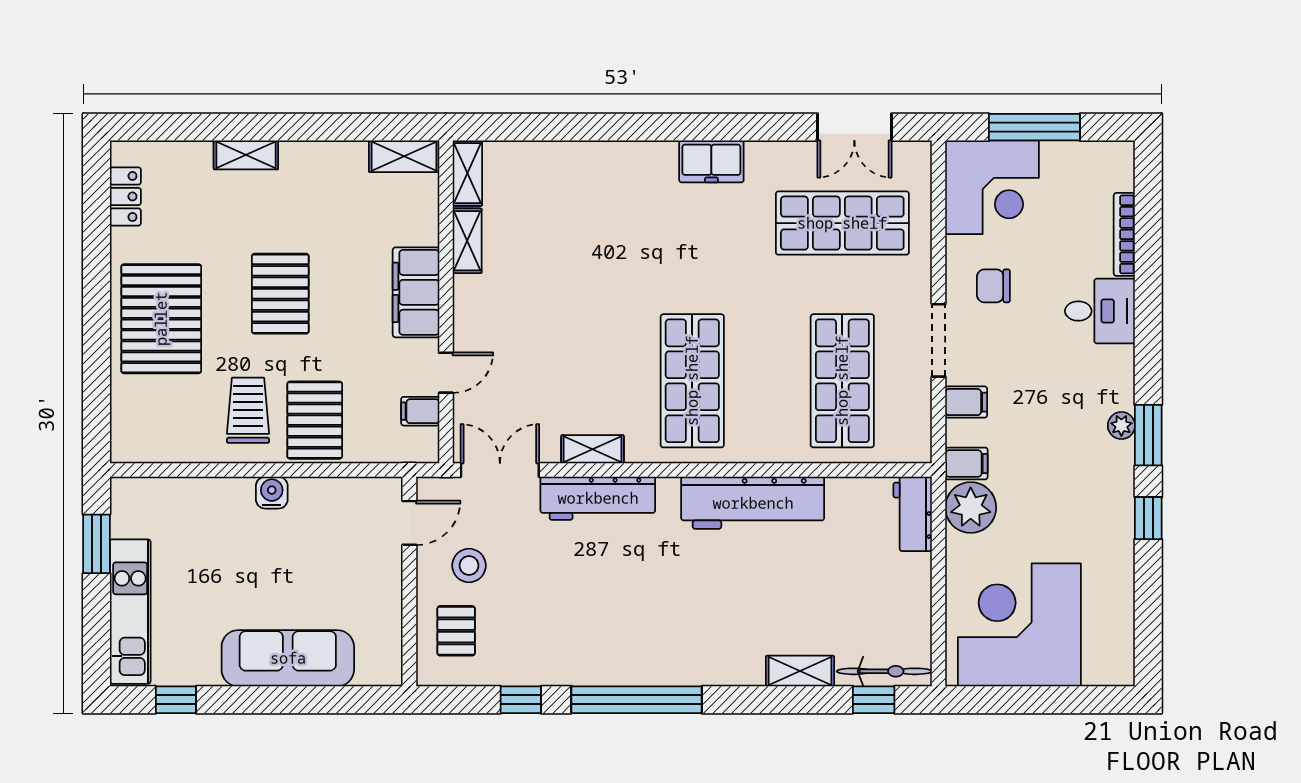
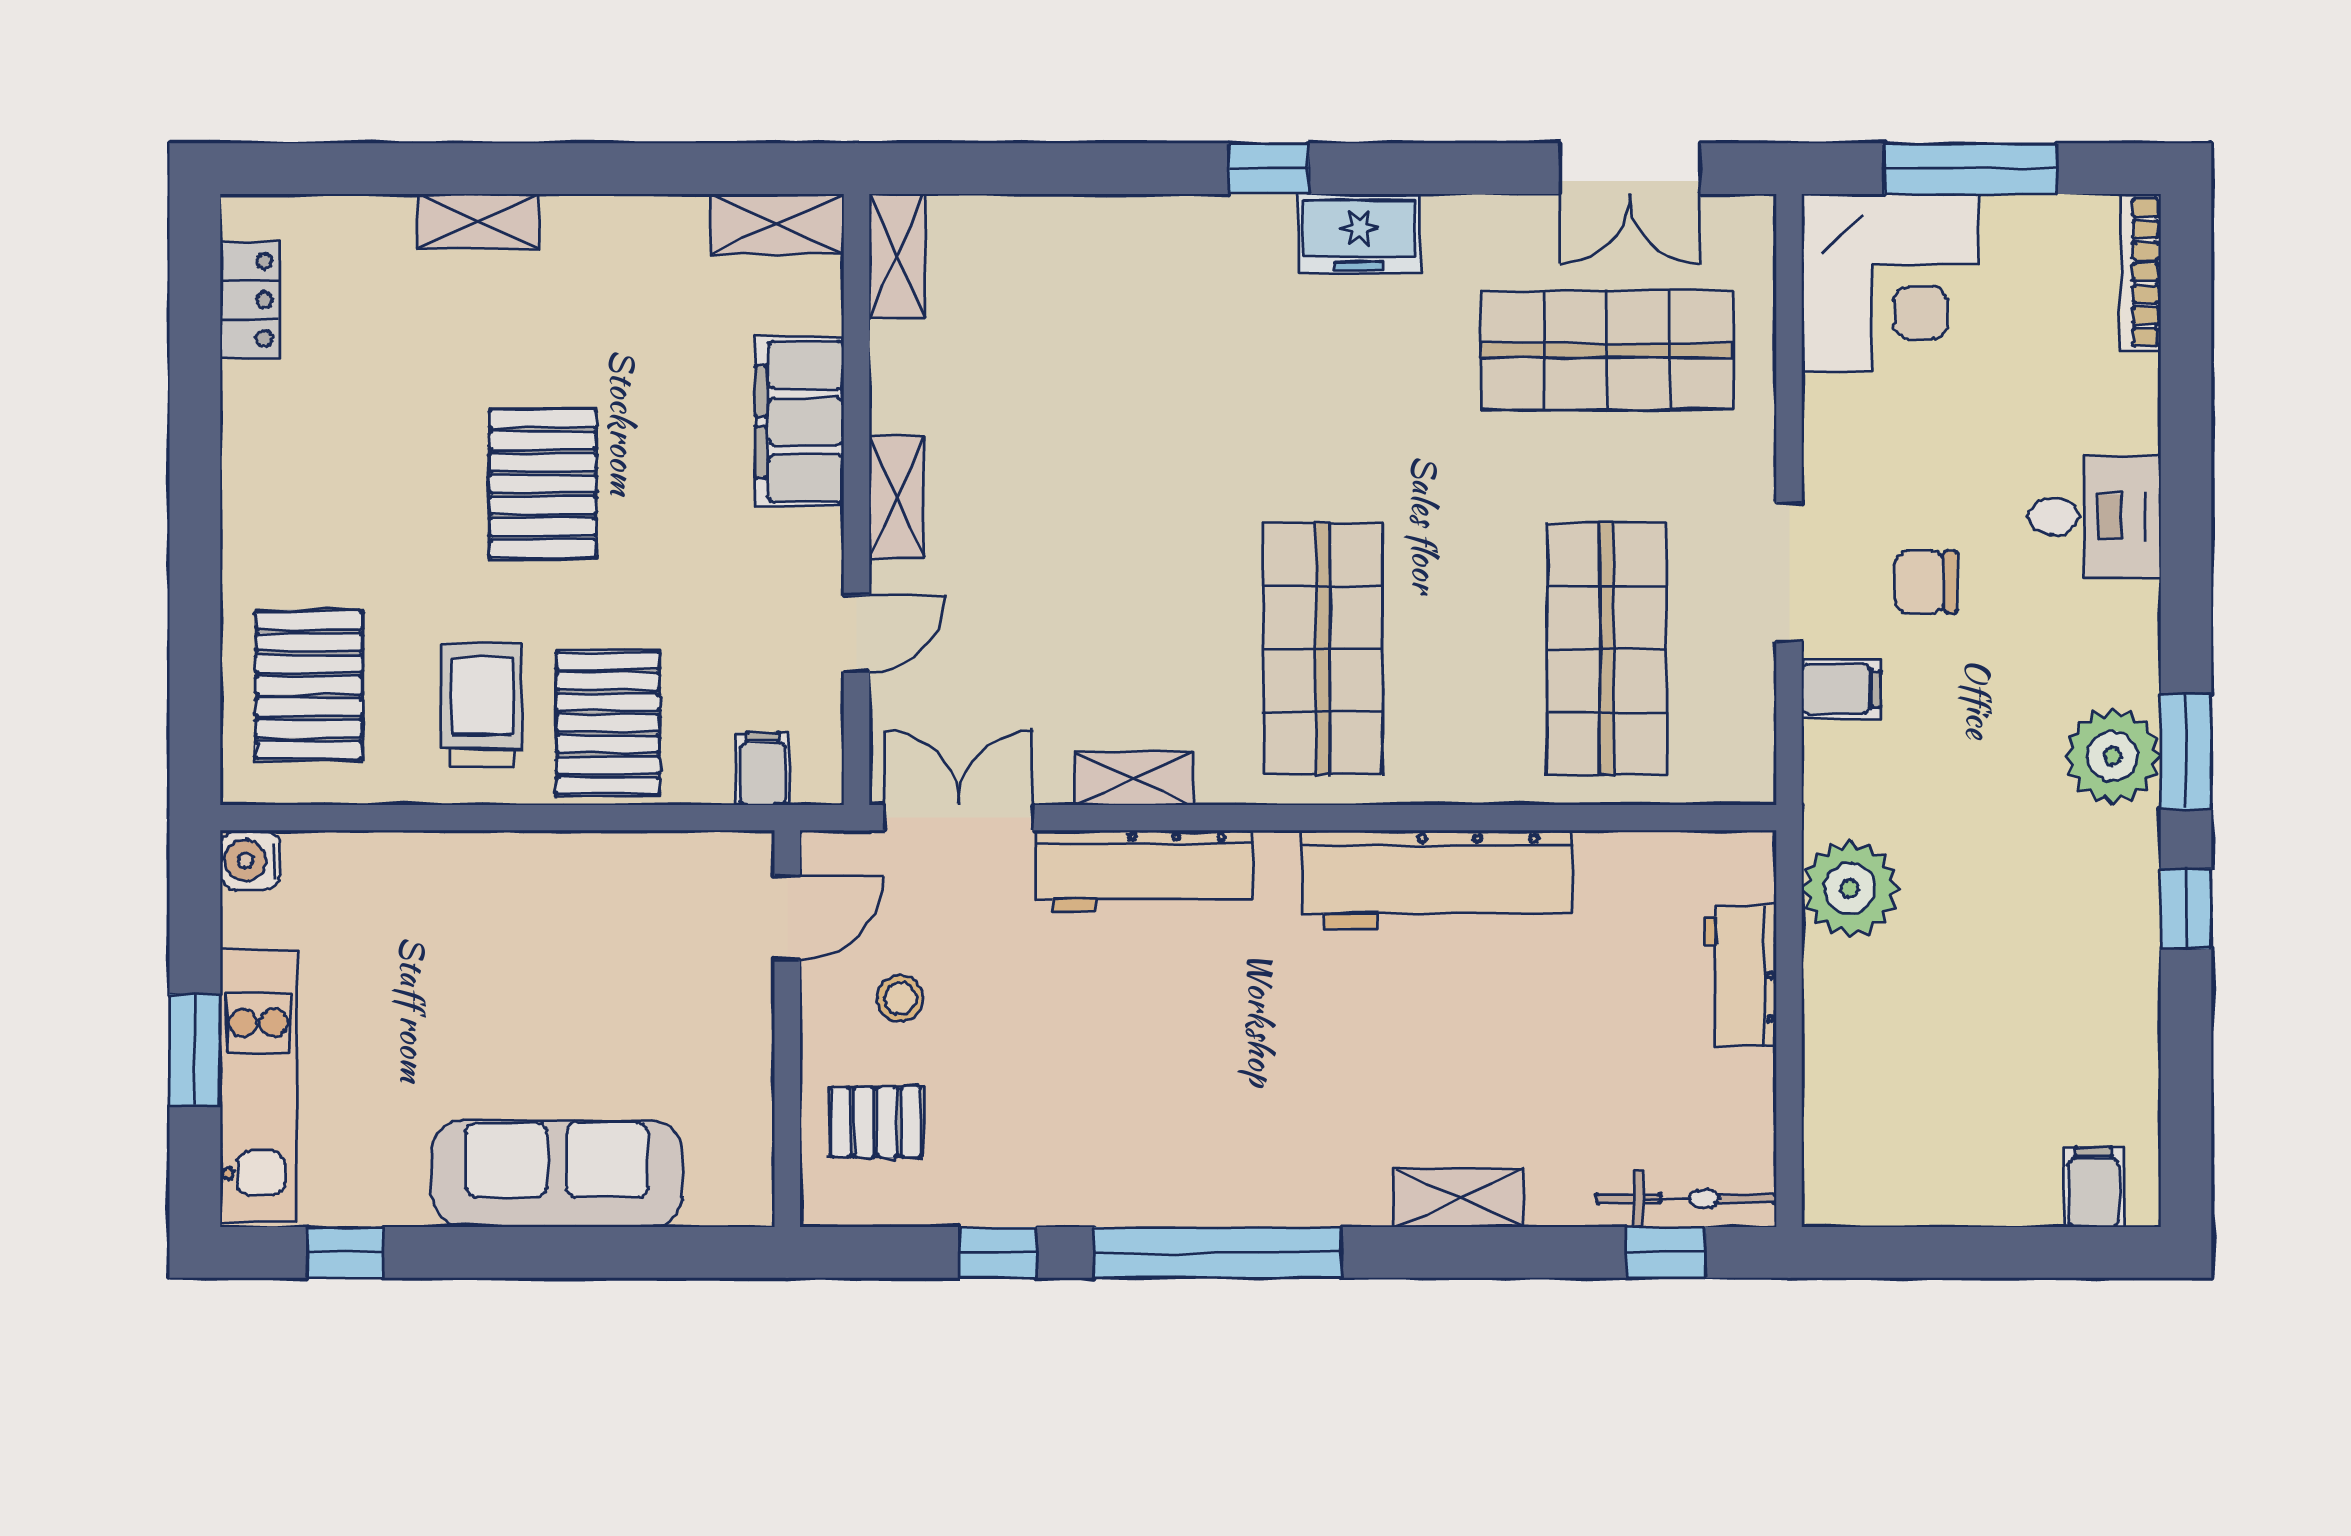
window: (664, 127) -> (1269, 169), added
bookcase: (1124, 234) -> (2141, 272), moved
shelving: (467, 241) -> (897, 497), moved
chair: (993, 286) -> (1926, 582), moved
filing cabinet: (416, 292) -> (800, 422), moved
pallet: (161, 319) -> (309, 685), moved, width x0.73, depth x0.71
filing cabinet: (420, 411) -> (763, 769), moved, turned 90
plant: (1121, 426) -> (2113, 756), width x1.88, depth x1.88
filing cabinet: (966, 463) -> (2093, 1187), moved, turned -90
water cooler: (272, 493) -> (250, 860), moved, turned -90
workbench: (913, 514) -> (1740, 976), moved
window: (96, 544) -> (195, 1050), moved
stool: (469, 566) -> (900, 998), width x0.73, depth x0.73
corner desk: (1019, 625) -> (1942, 1111), removed
pallet: (456, 631) -> (876, 1122), turned 90
shelving: (800, 671) -> (1459, 1198), moved

